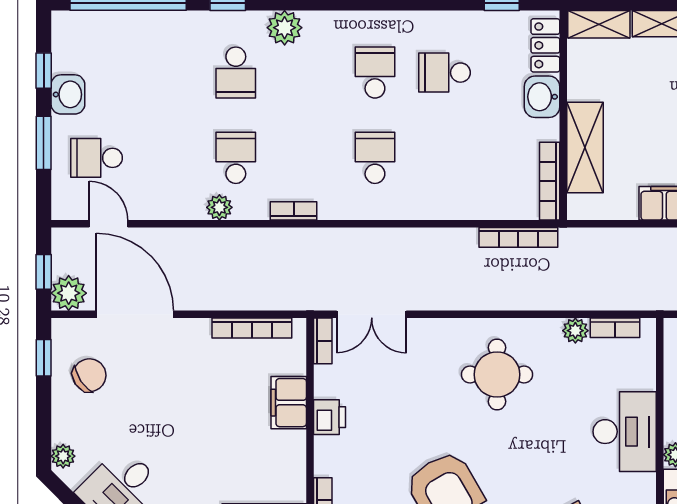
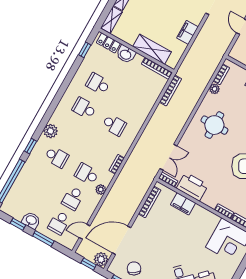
school desk: (445, 73) -> (98, 84), turned 90
school desk: (166, 158) -> (73, 198), added
school desk: (375, 158) -> (114, 125), turned 180
printer: (329, 417) -> (192, 187), width x1.87, depth x1.48

